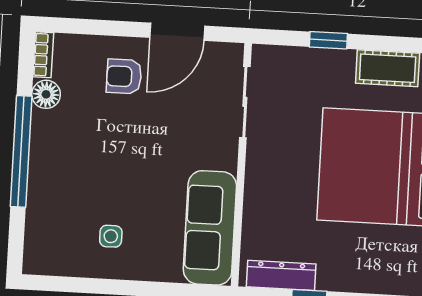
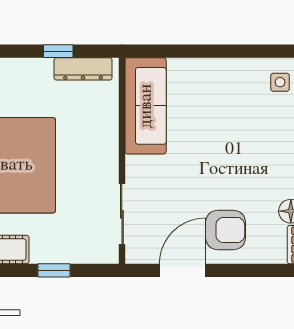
armchair: (124, 76) -> (226, 230), width x1.38, depth x1.38
side table: (111, 236) -> (280, 82), moved

